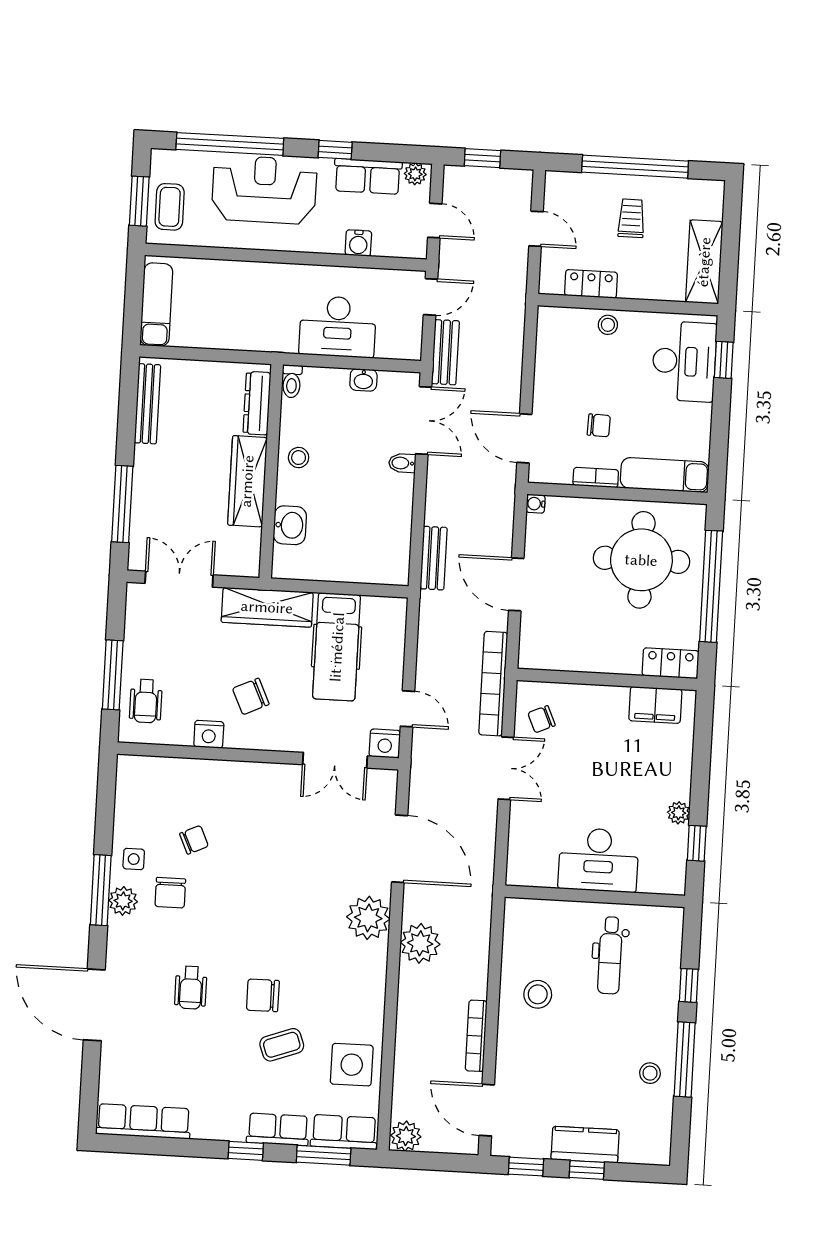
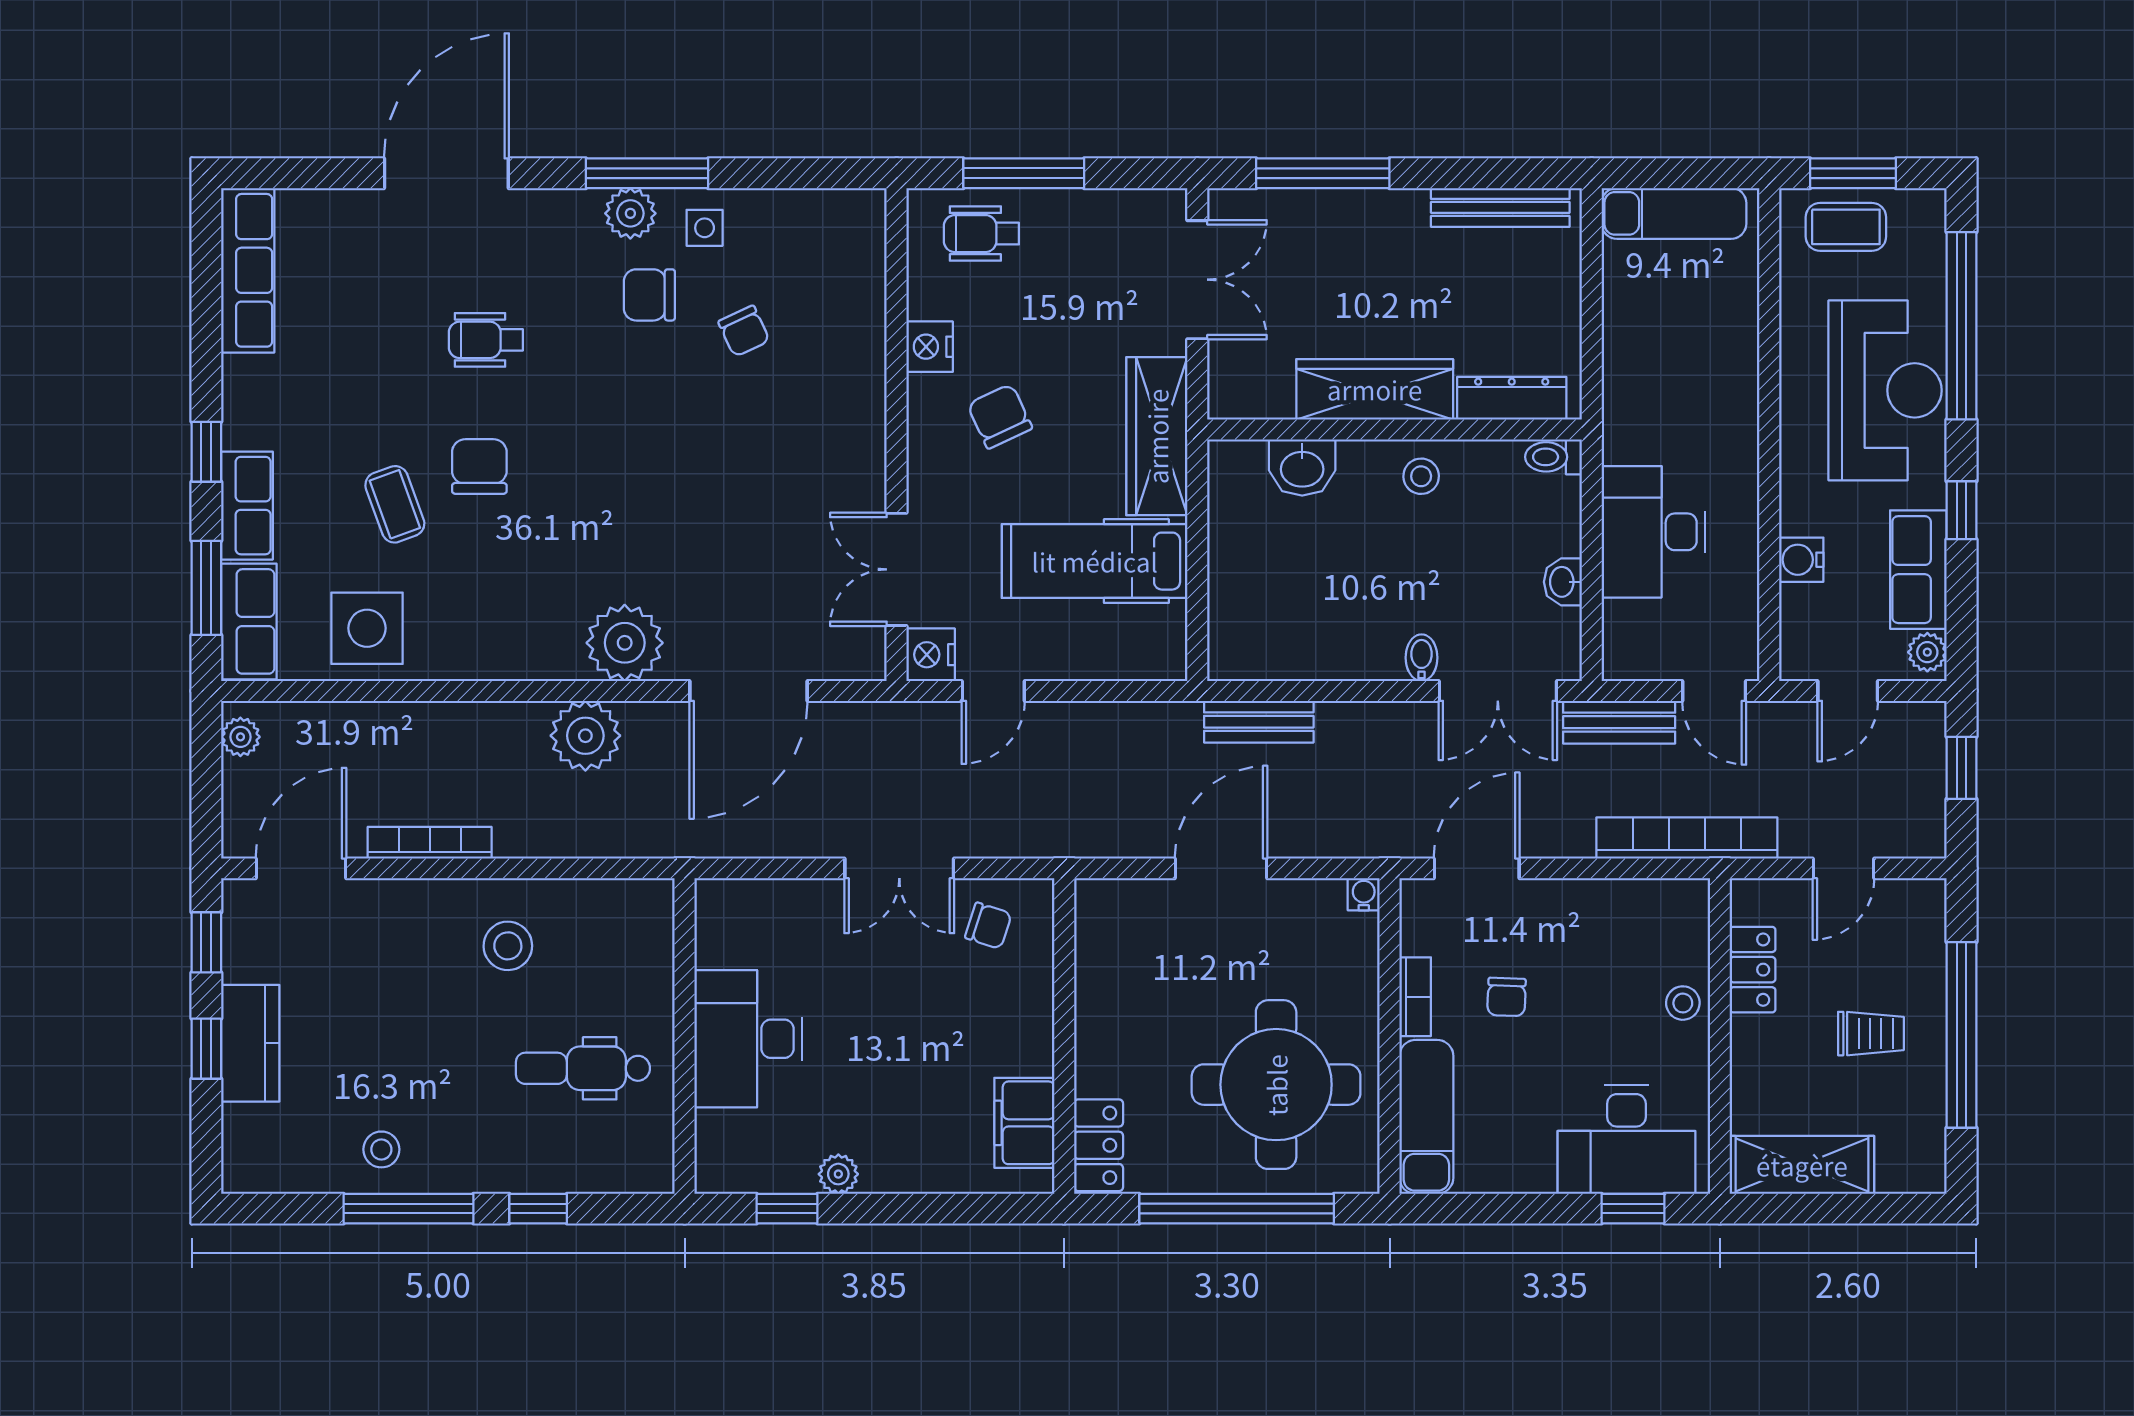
bookcase: (493, 684) -> (1687, 838), moved
chair: (542, 719) -> (988, 926), turned 132
plant: (406, 1136) -> (240, 737), width x0.73, depth x0.73

